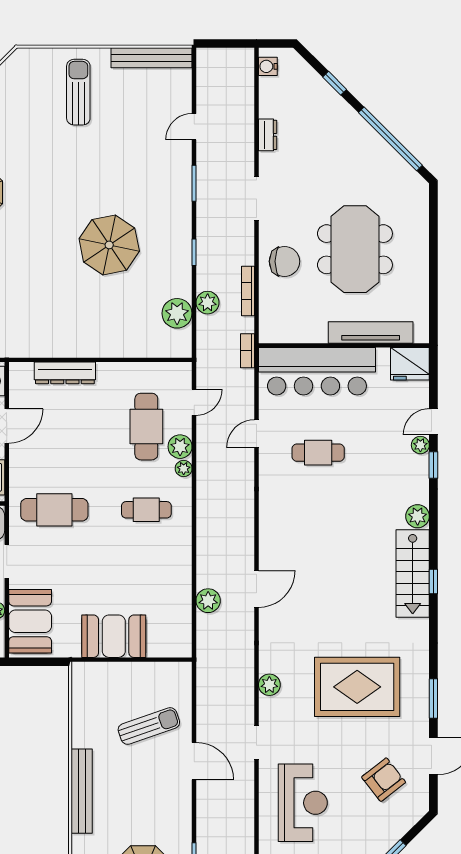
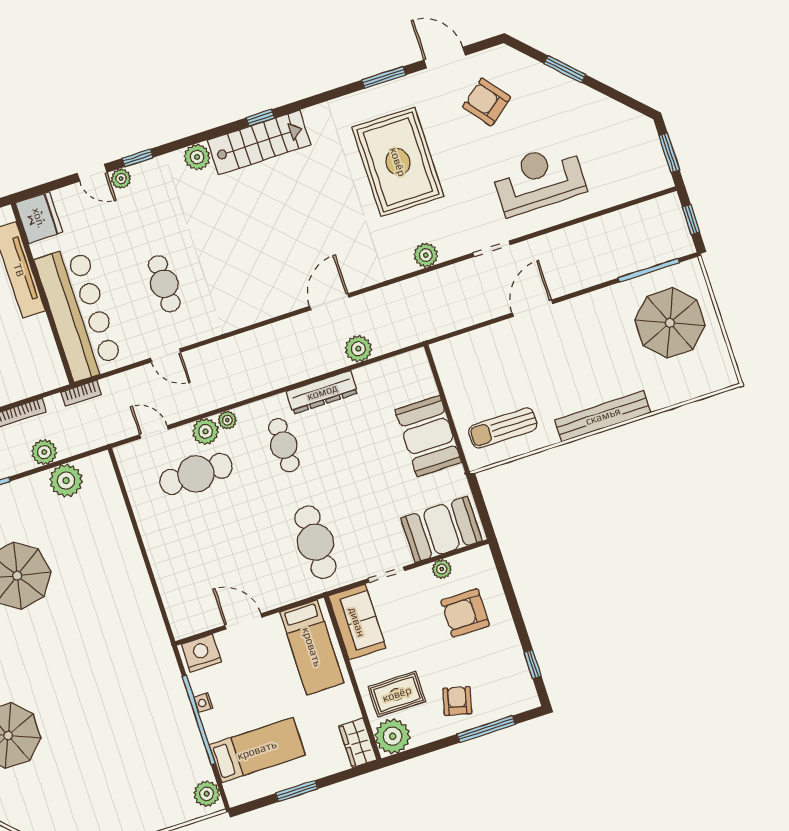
dresser: (65, 373) -> (322, 392), moved, turned 90
door: (256, 589) -> (329, 302), hinge flipped
sun lounger: (149, 726) -> (503, 428), moved, turned -71

